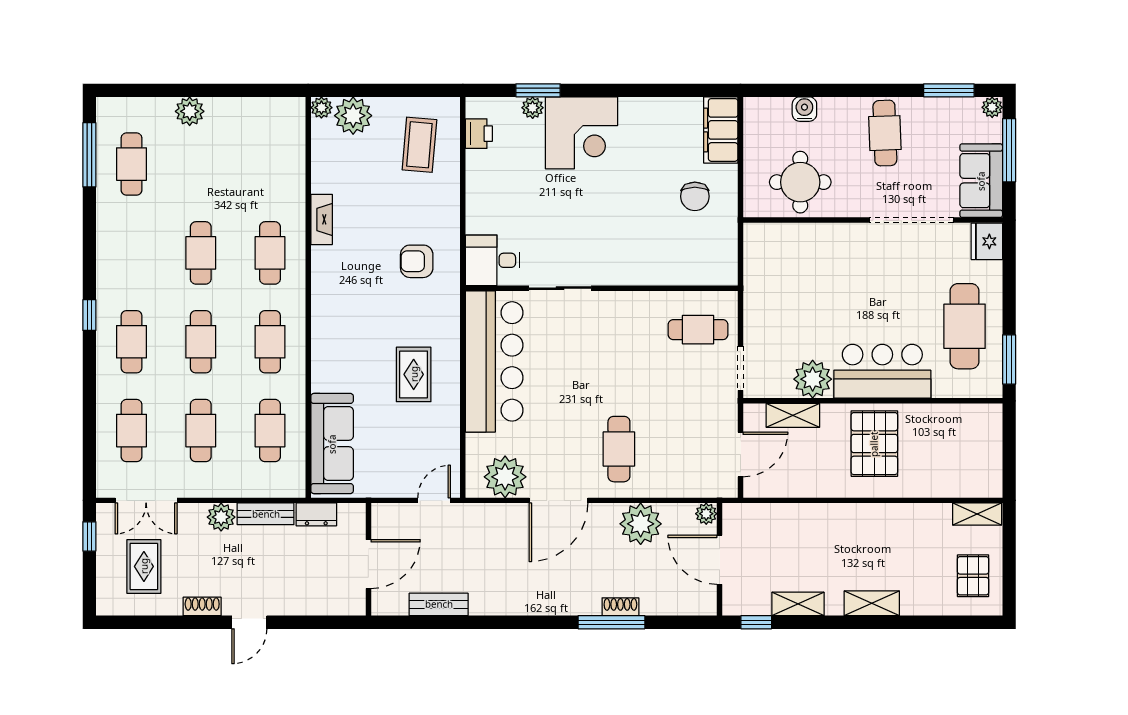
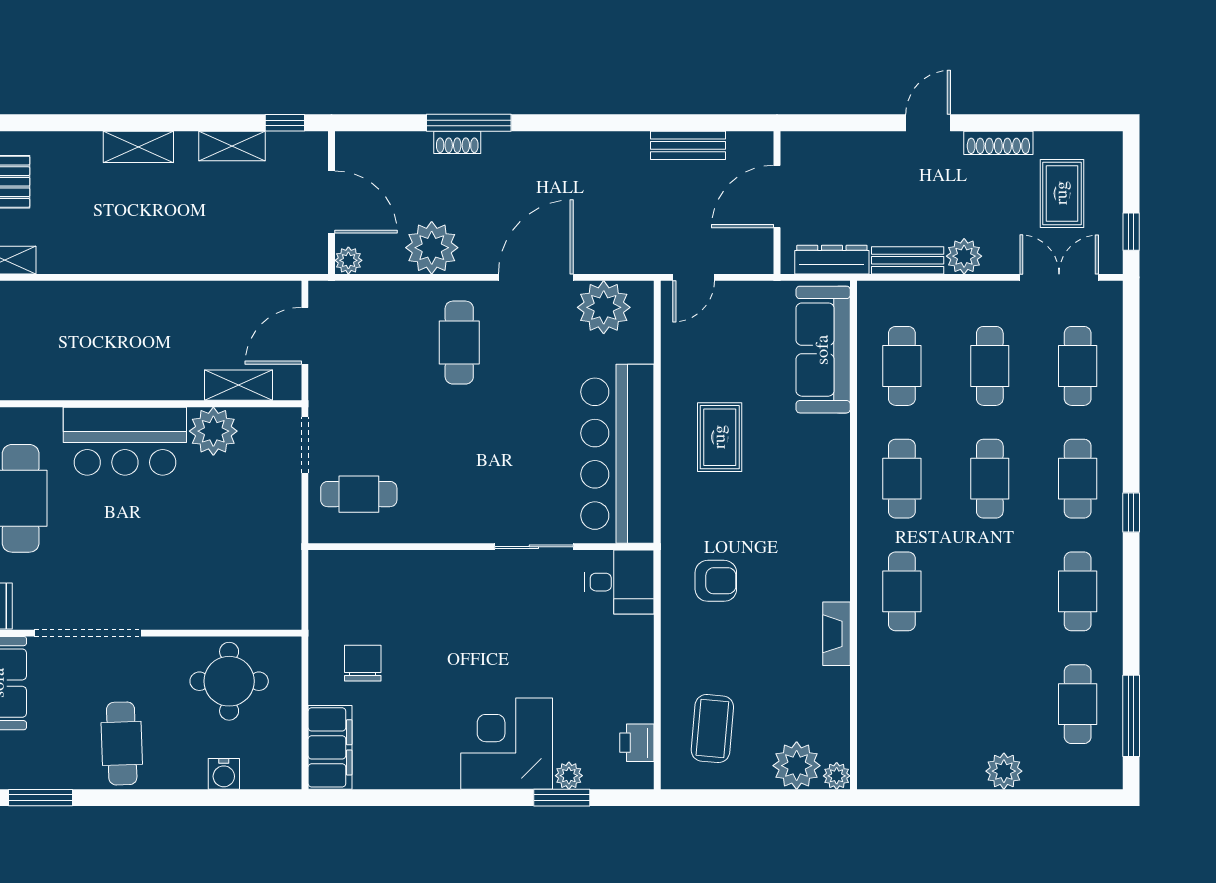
cafe table: (201, 253) -> (1078, 591), moved
pallet: (874, 444) -> (135, 349), removed
dresser: (316, 514) -> (832, 260), width x1.44
shoe rack: (202, 606) -> (998, 143), width x1.43

